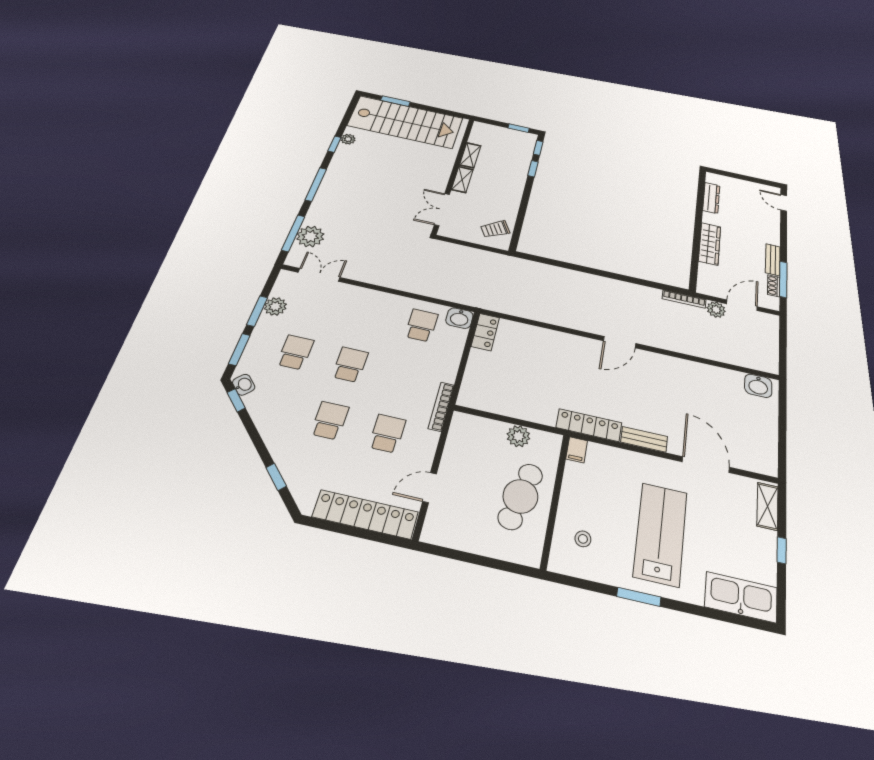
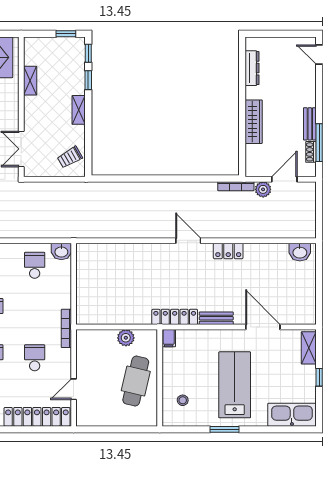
shelving: (462, 180) -> (79, 110), moved
locker: (485, 332) -> (228, 251), moved, turned 90
door: (620, 342) -> (188, 241), swing flipped

